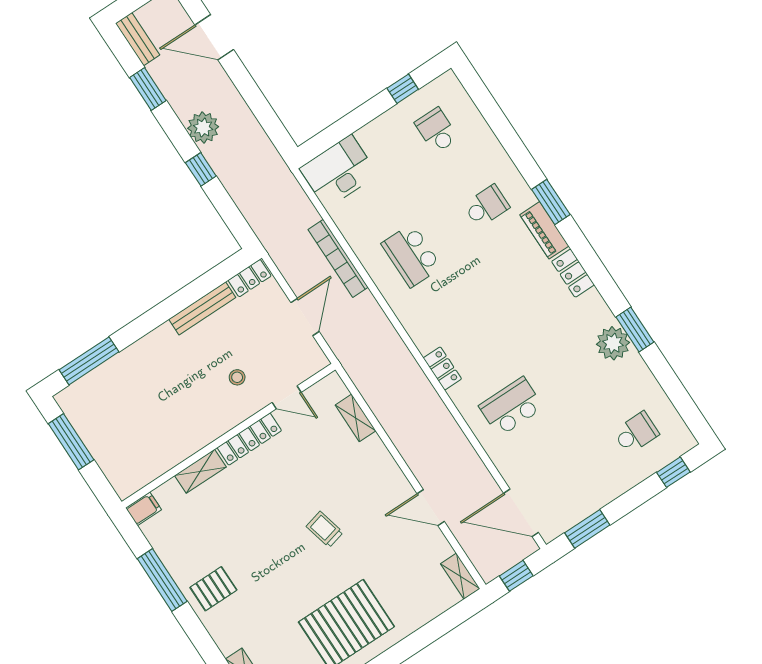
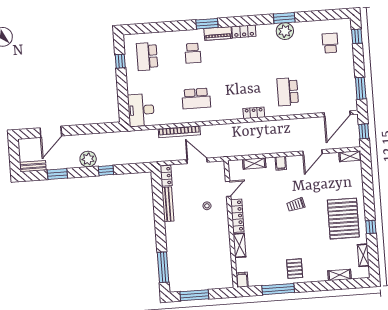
school desk: (437, 130) -> (147, 56), width x1.85
school desk: (486, 206) -> (193, 53), turned 180
filing cabinet: (381, 463) -> (281, 163), added

